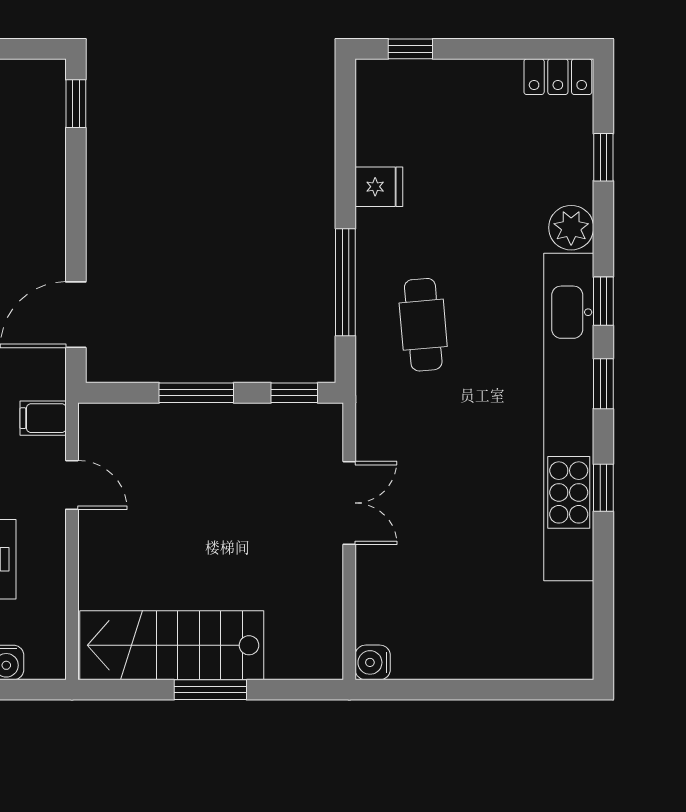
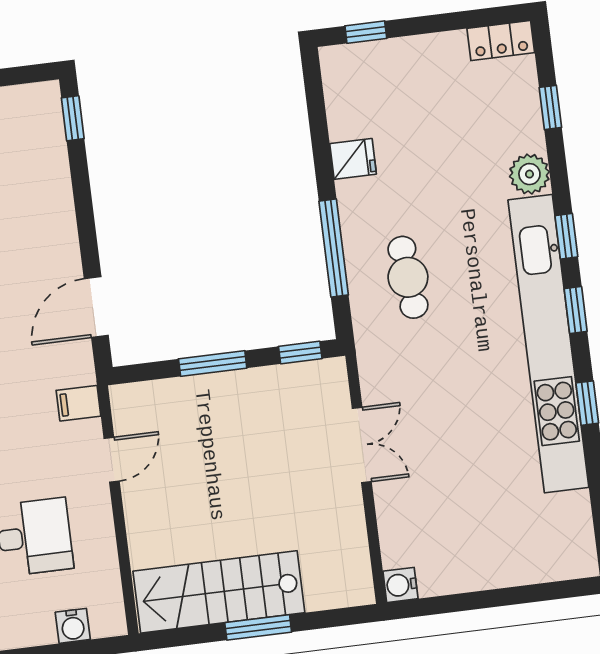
door: (72, 485) -> (112, 460), hinge flipped

